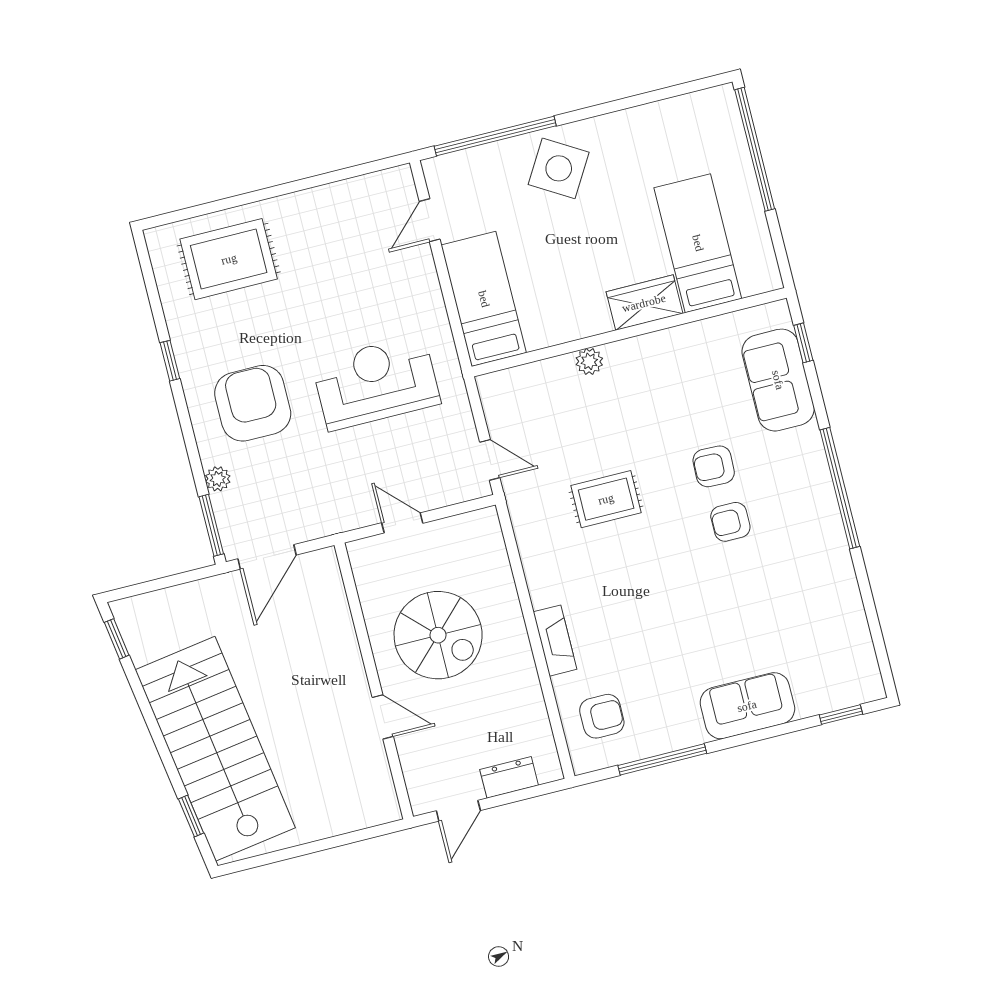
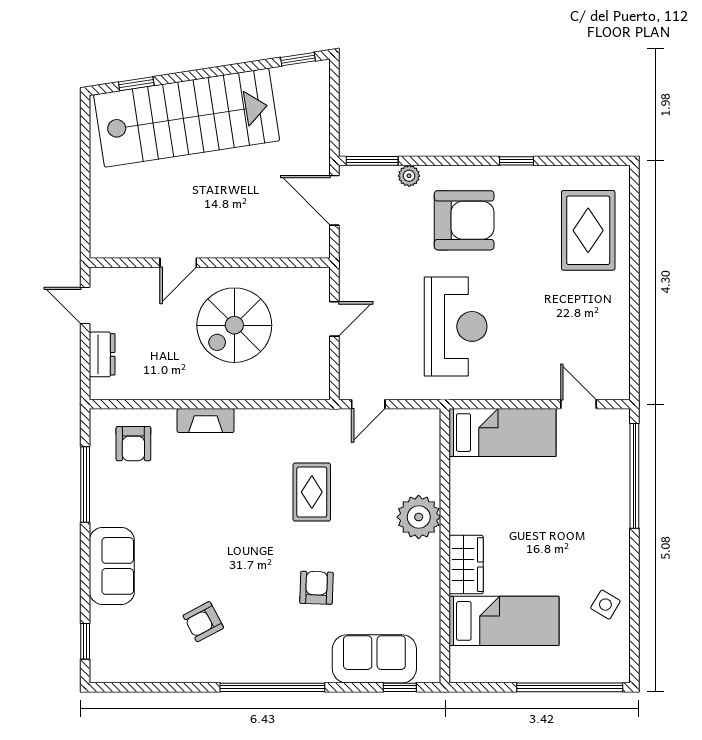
side table: (559, 168) -> (605, 605), moved, width x0.54, depth x0.54
plant: (589, 361) -> (419, 517), width x1.88, depth x1.88
armchair: (730, 522) -> (203, 622), moved, turned -118

